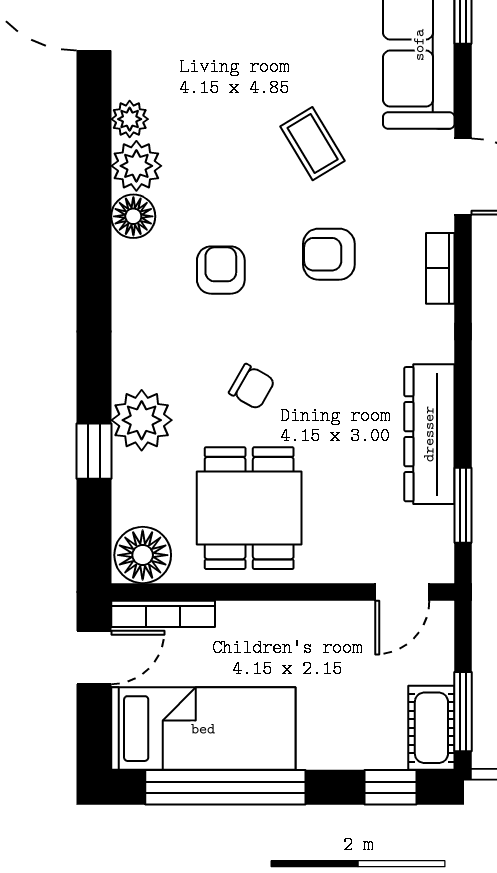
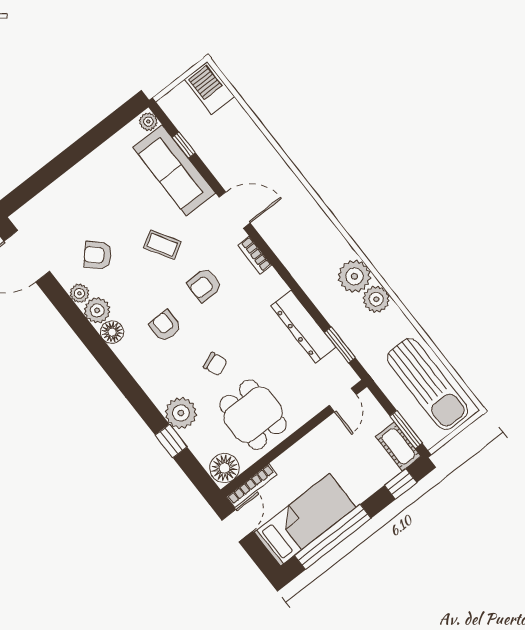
armchair: (203, 83) -> (98, 255), added
chair: (252, 387) -> (215, 364), turned 38

